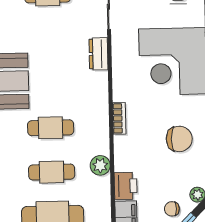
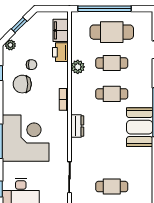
dresser: (98, 54) -> (77, 126), moved
chair: (172, 209) -> (32, 65), moved

